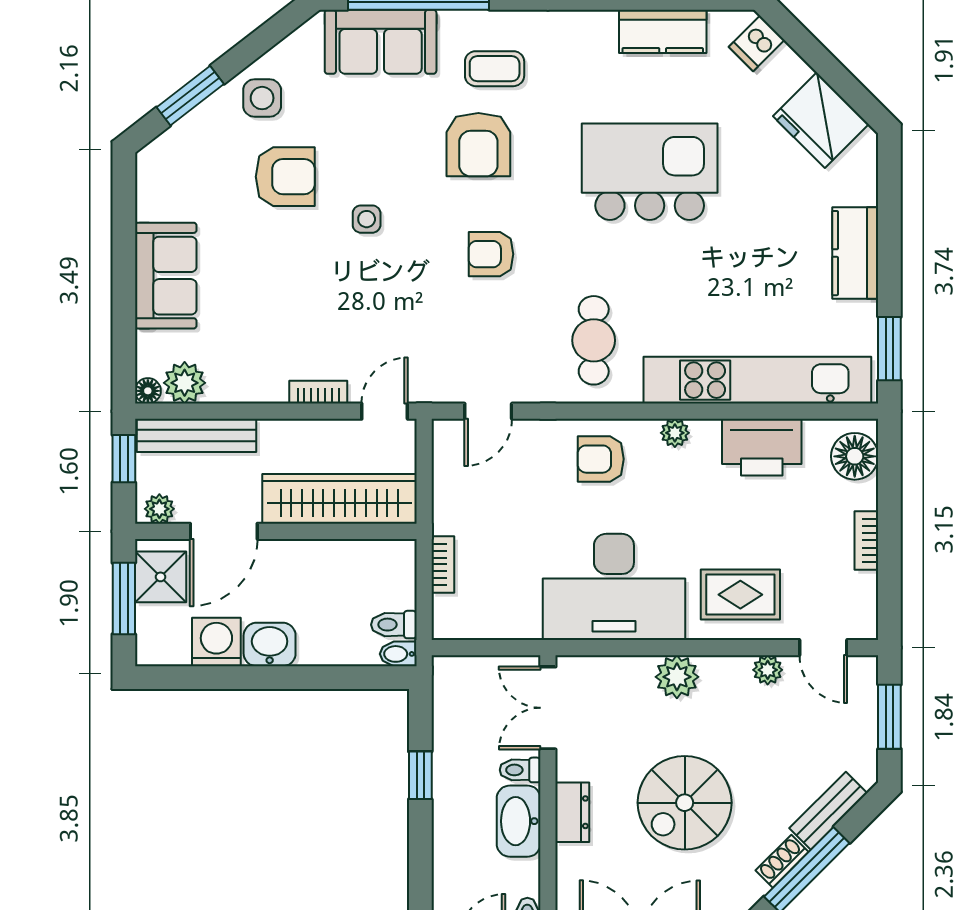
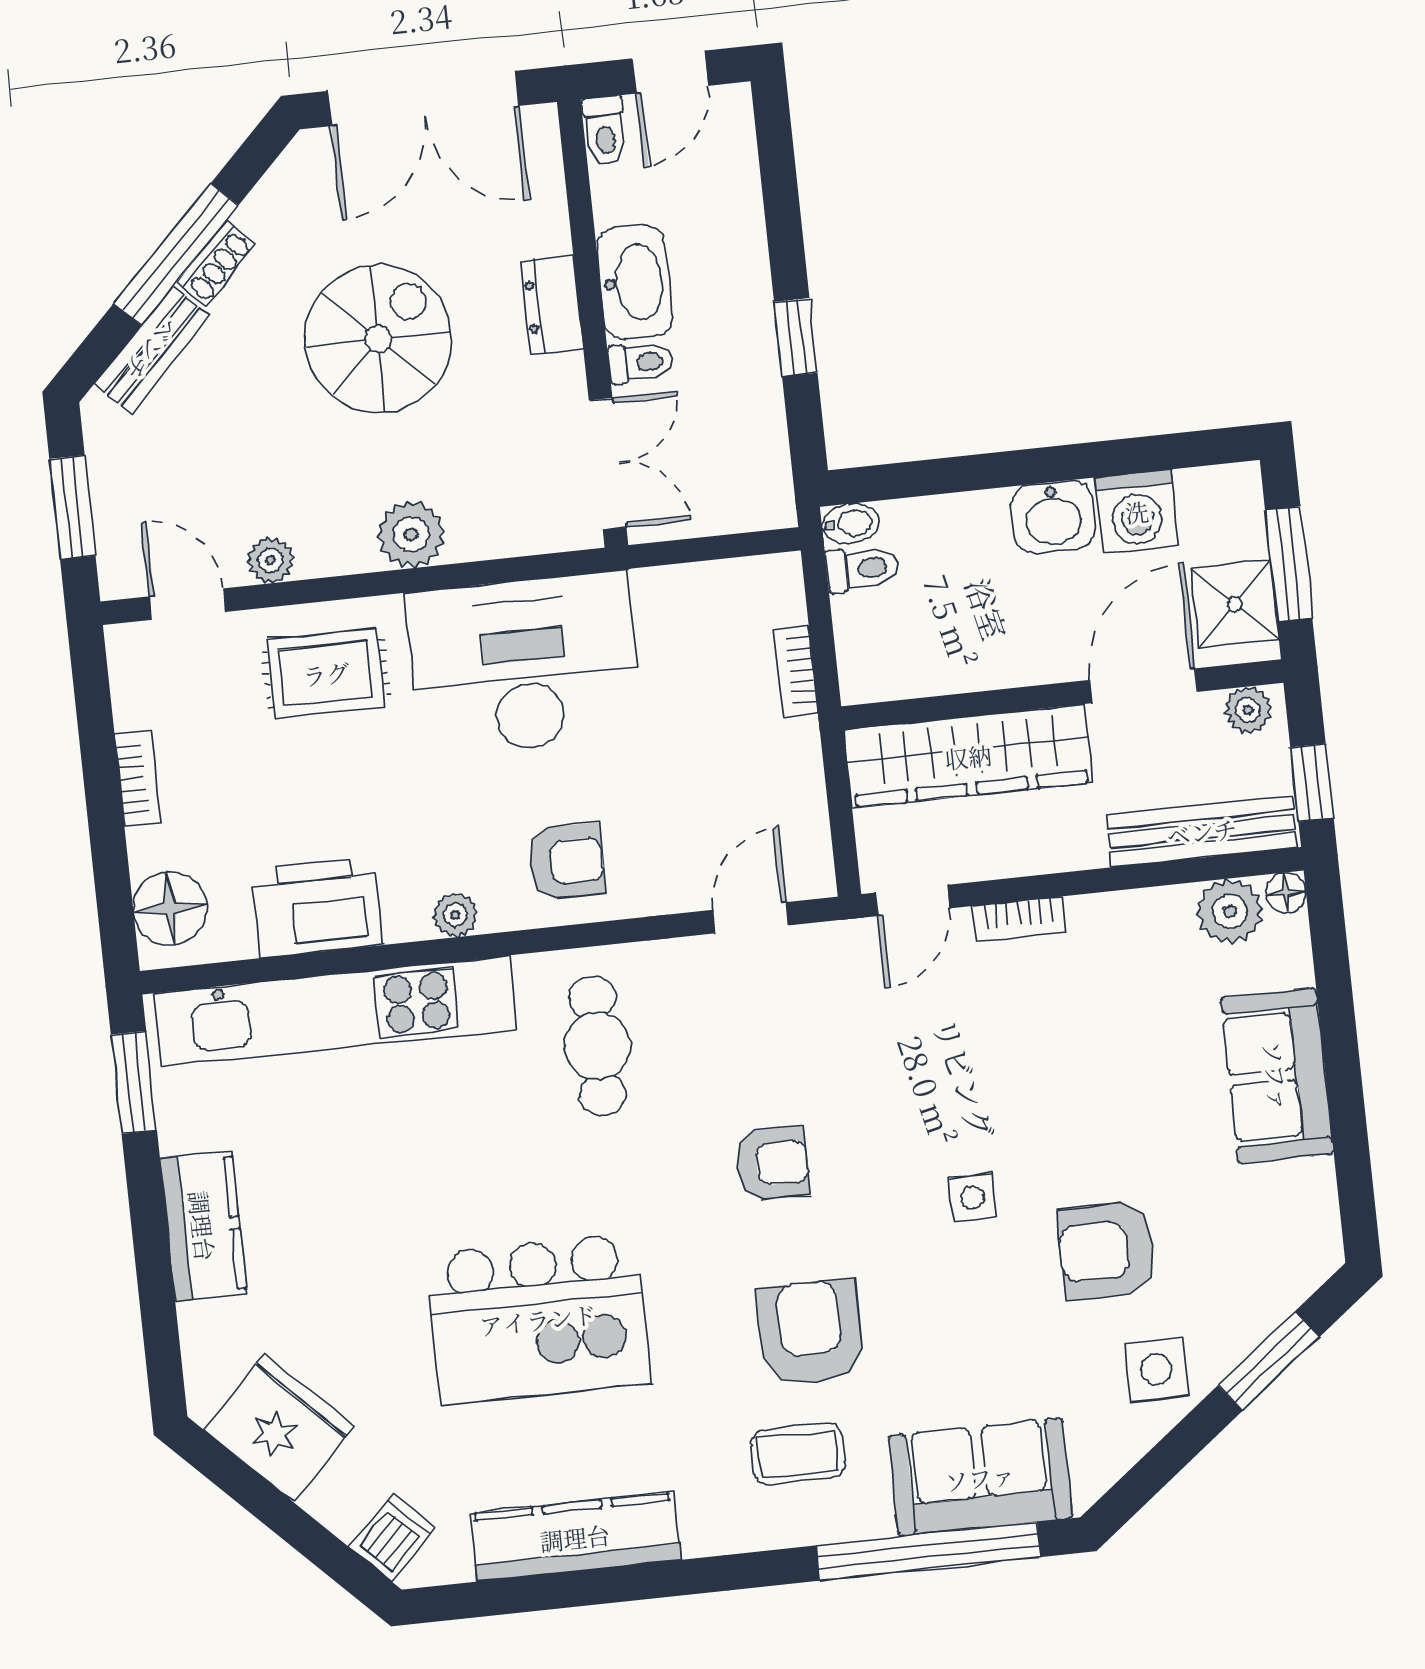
kitchen counter: (663, 31) -> (575, 1537), width x1.50

